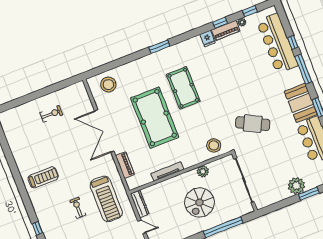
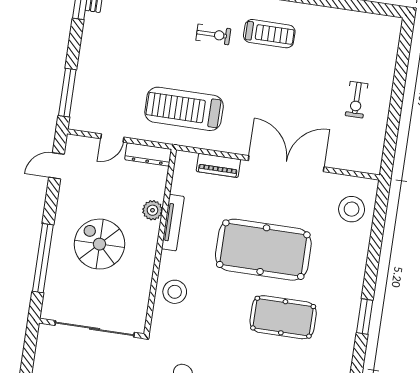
stool: (214, 145) -> (175, 292), moved
plant: (203, 171) -> (152, 210), moved
treadmill: (43, 177) -> (269, 34), turned -90
exercise bike: (78, 208) -> (213, 34), moved

